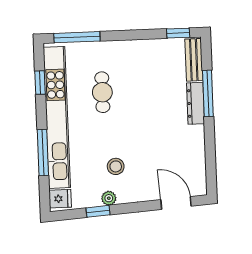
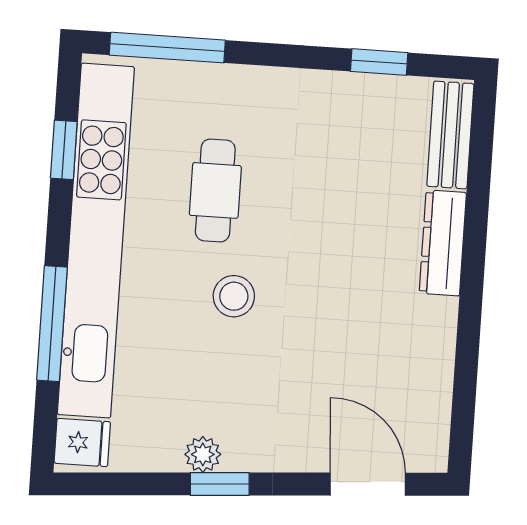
window: (178, 33) -> (379, 62), moved
window: (208, 93) -> (476, 222), removed
stool: (116, 166) -> (234, 296), moved
window: (98, 211) -> (220, 484), moved

